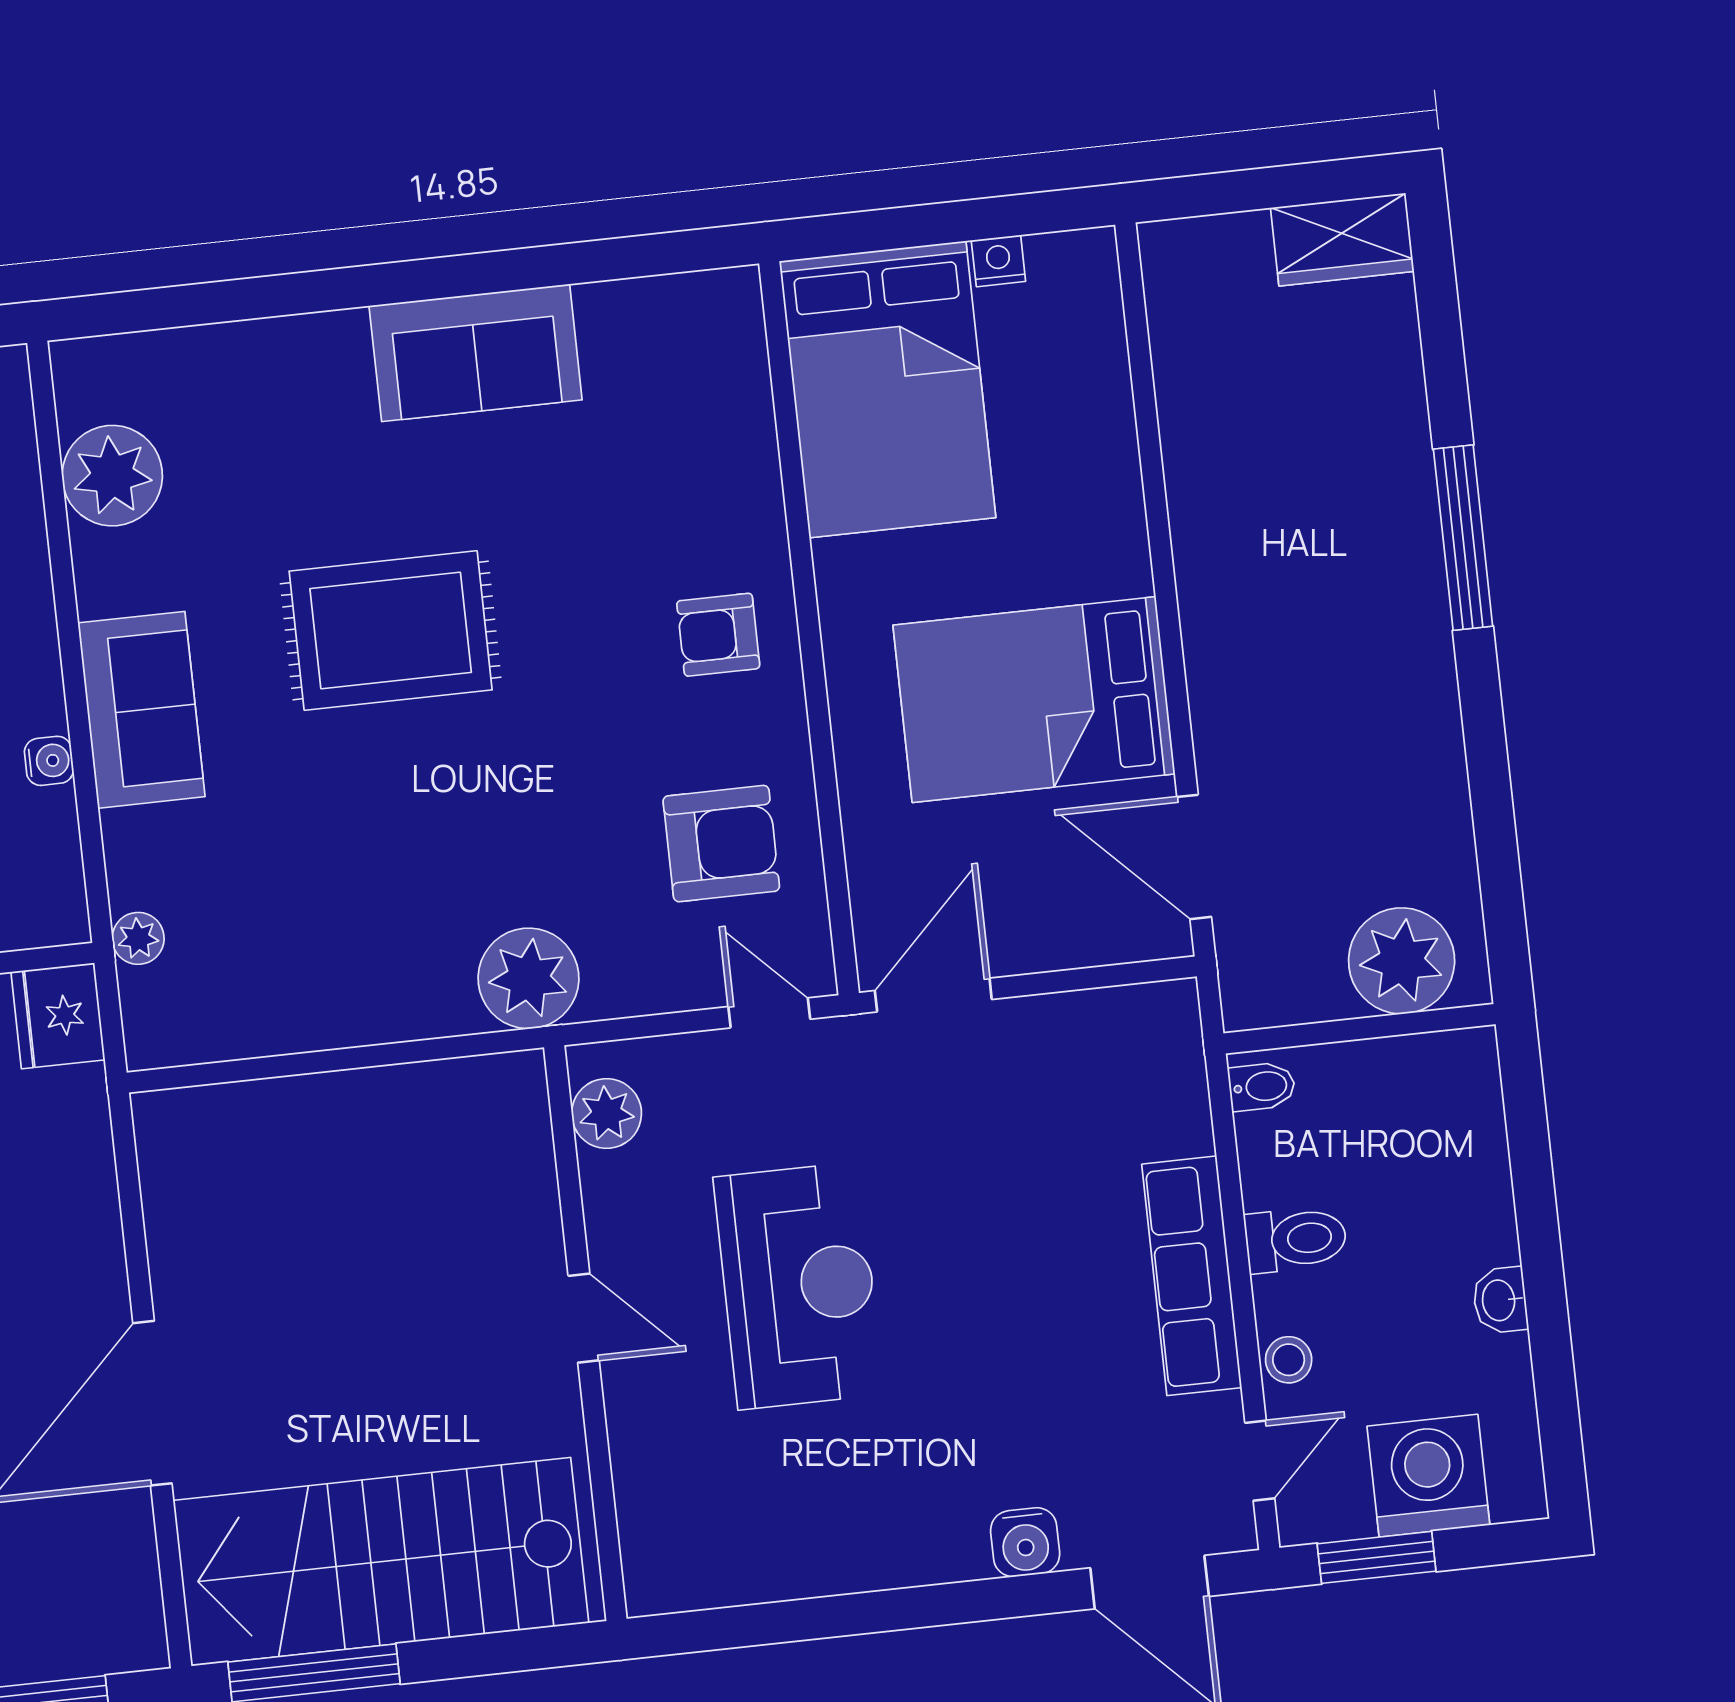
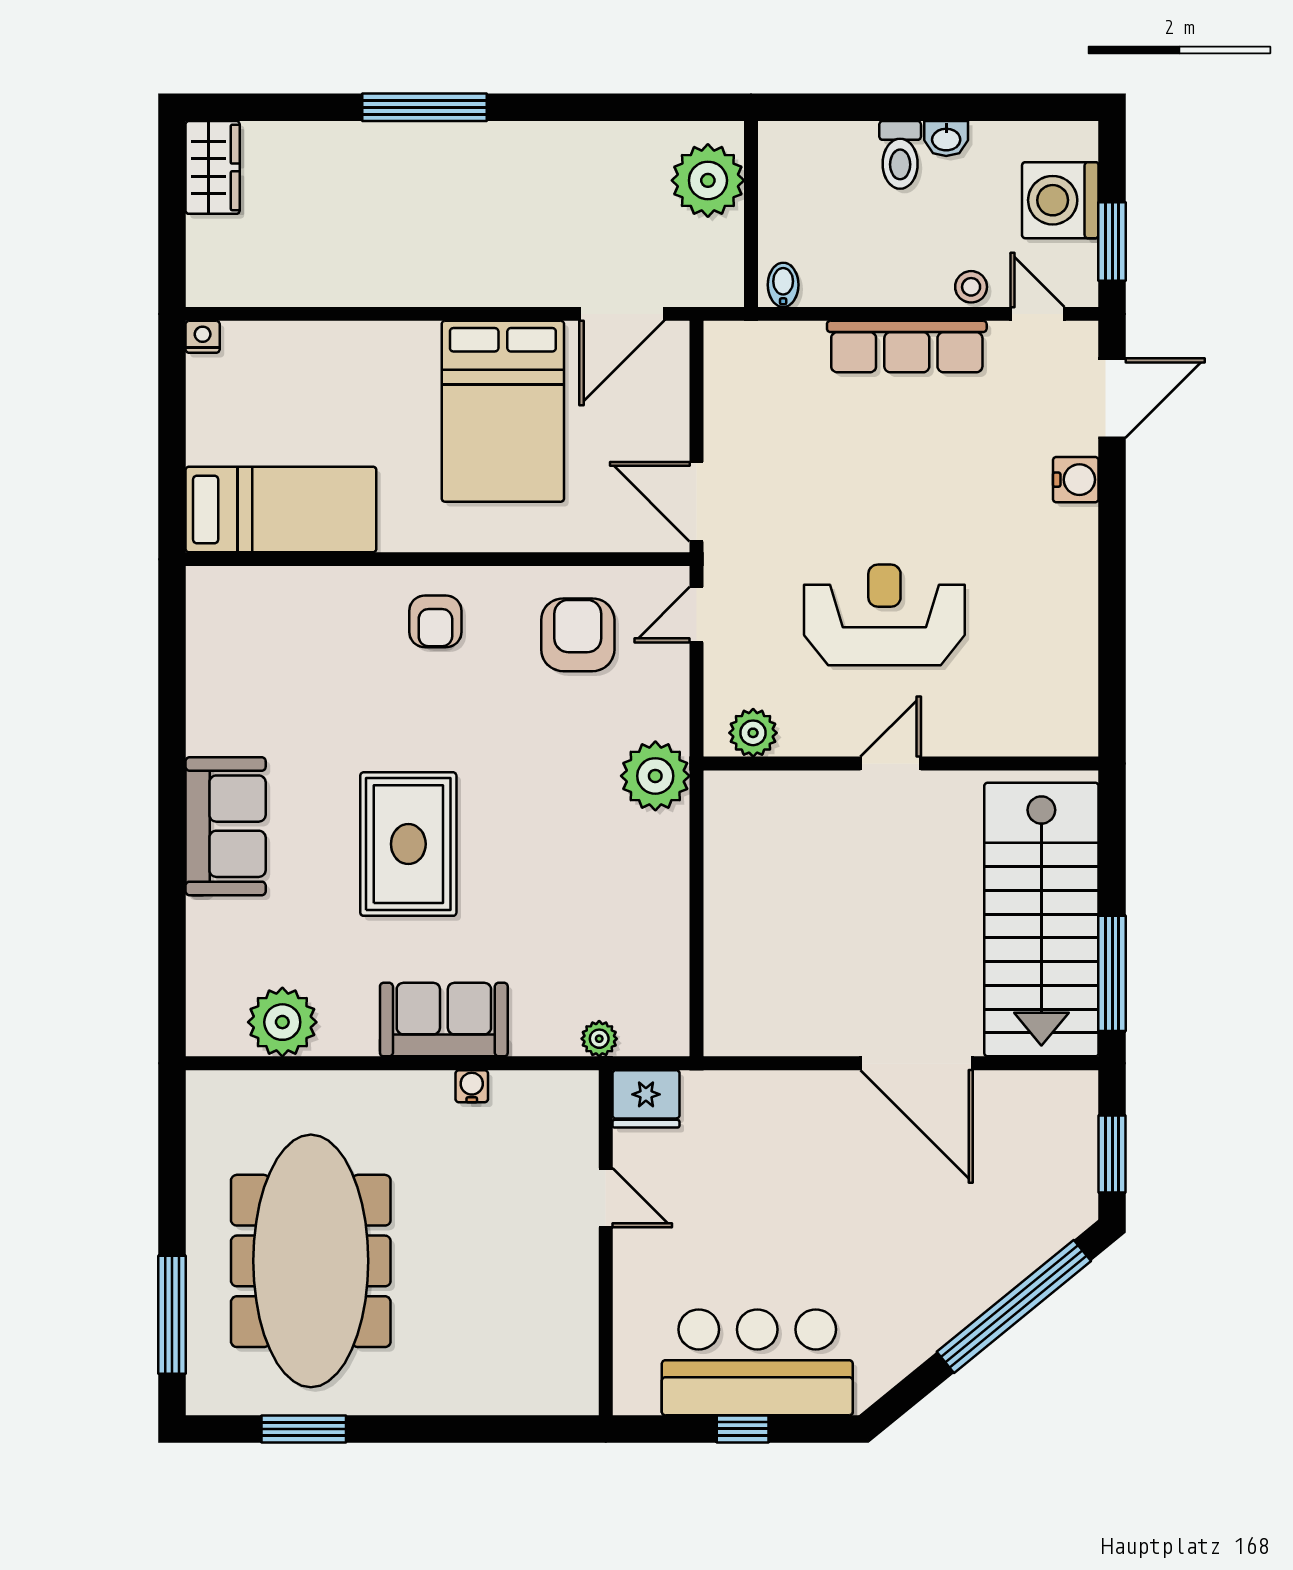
nightstand: (998, 261) -> (203, 337), moved, turned 90
sofa: (476, 353) -> (226, 826), moved
bed: (888, 389) -> (281, 509), width x0.67
toilet: (1296, 1239) -> (900, 155), moved, turned 180

